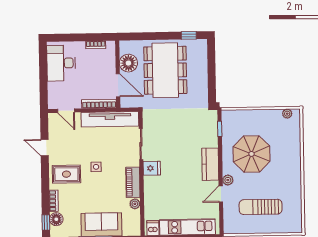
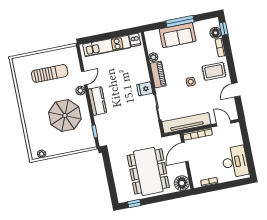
floor lamp: (128, 63) -> (182, 183), moved
door: (118, 85) -> (185, 152), hinge flipped
door: (45, 148) -> (236, 90), swing flipped

